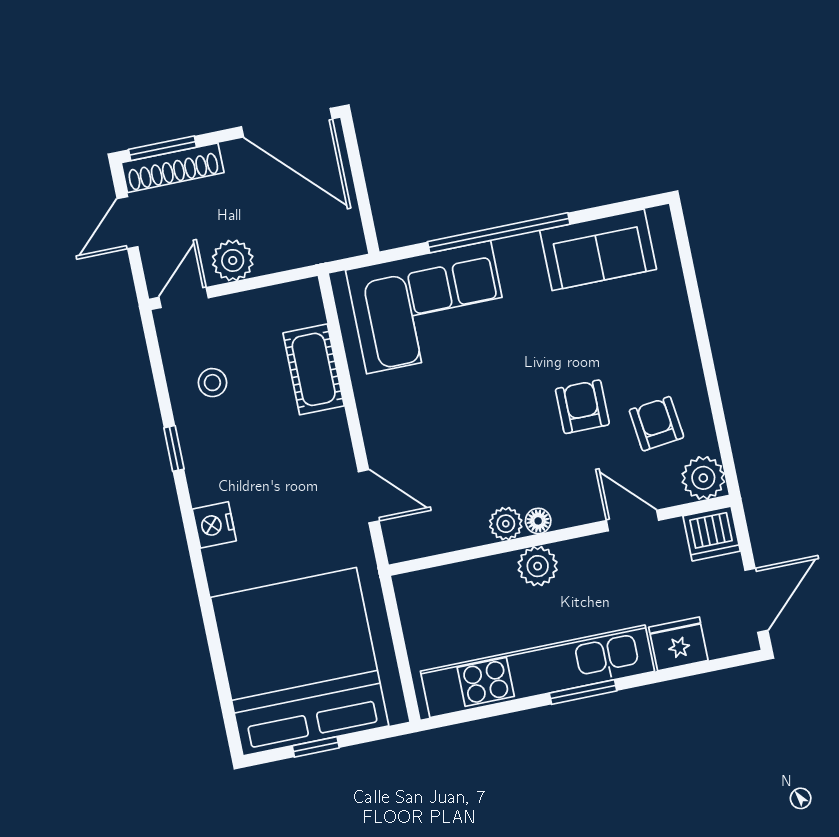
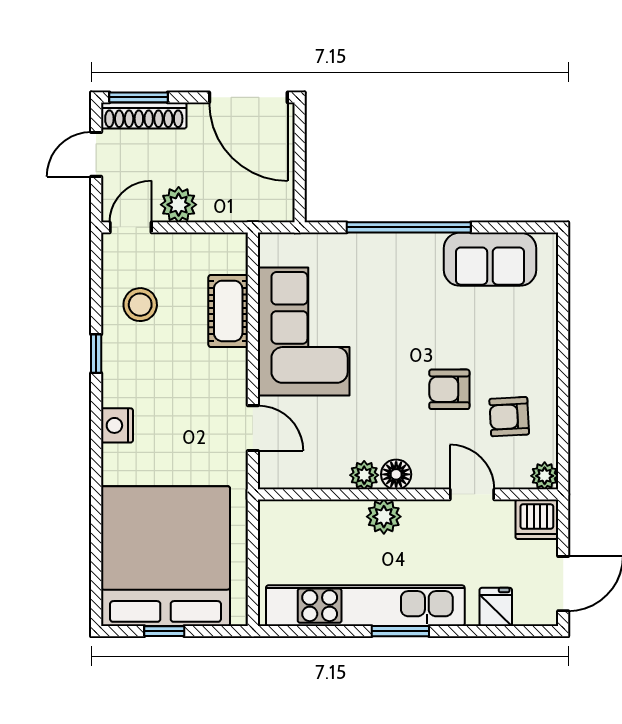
corner sofa: (429, 307) -> (304, 332), moved, turned -90
stool: (212, 383) -> (140, 305), width x1.37, depth x1.37
armchair: (582, 407) -> (449, 389), turned -90
armchair: (656, 424) -> (509, 417), turned -86
plant: (703, 478) -> (545, 476), width x0.73, depth x0.73
floor lamp: (538, 521) -> (396, 474), width x1.37, depth x1.37
fridge: (678, 644) -> (496, 607), width x0.72

